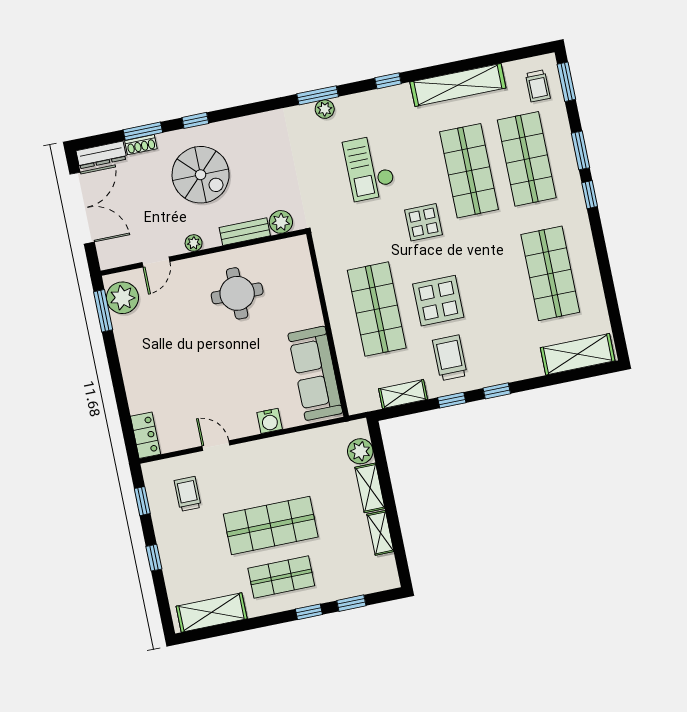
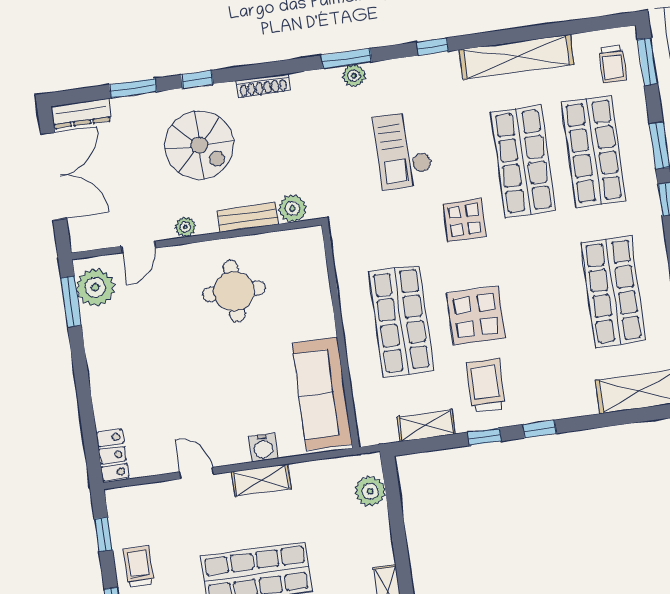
shoe rack: (141, 145) -> (263, 86), moved, width x1.43
shelving: (370, 488) -> (261, 480), moved, turned 90
trolley: (188, 494) -> (138, 567), moved

